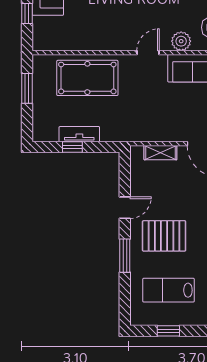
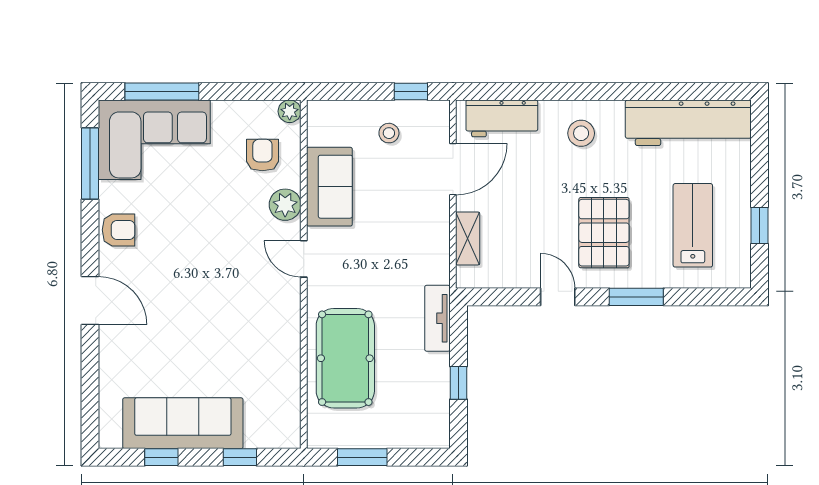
tv unit: (79, 134) -> (437, 318), moved
lab bench: (169, 290) -> (693, 225), turned 180

